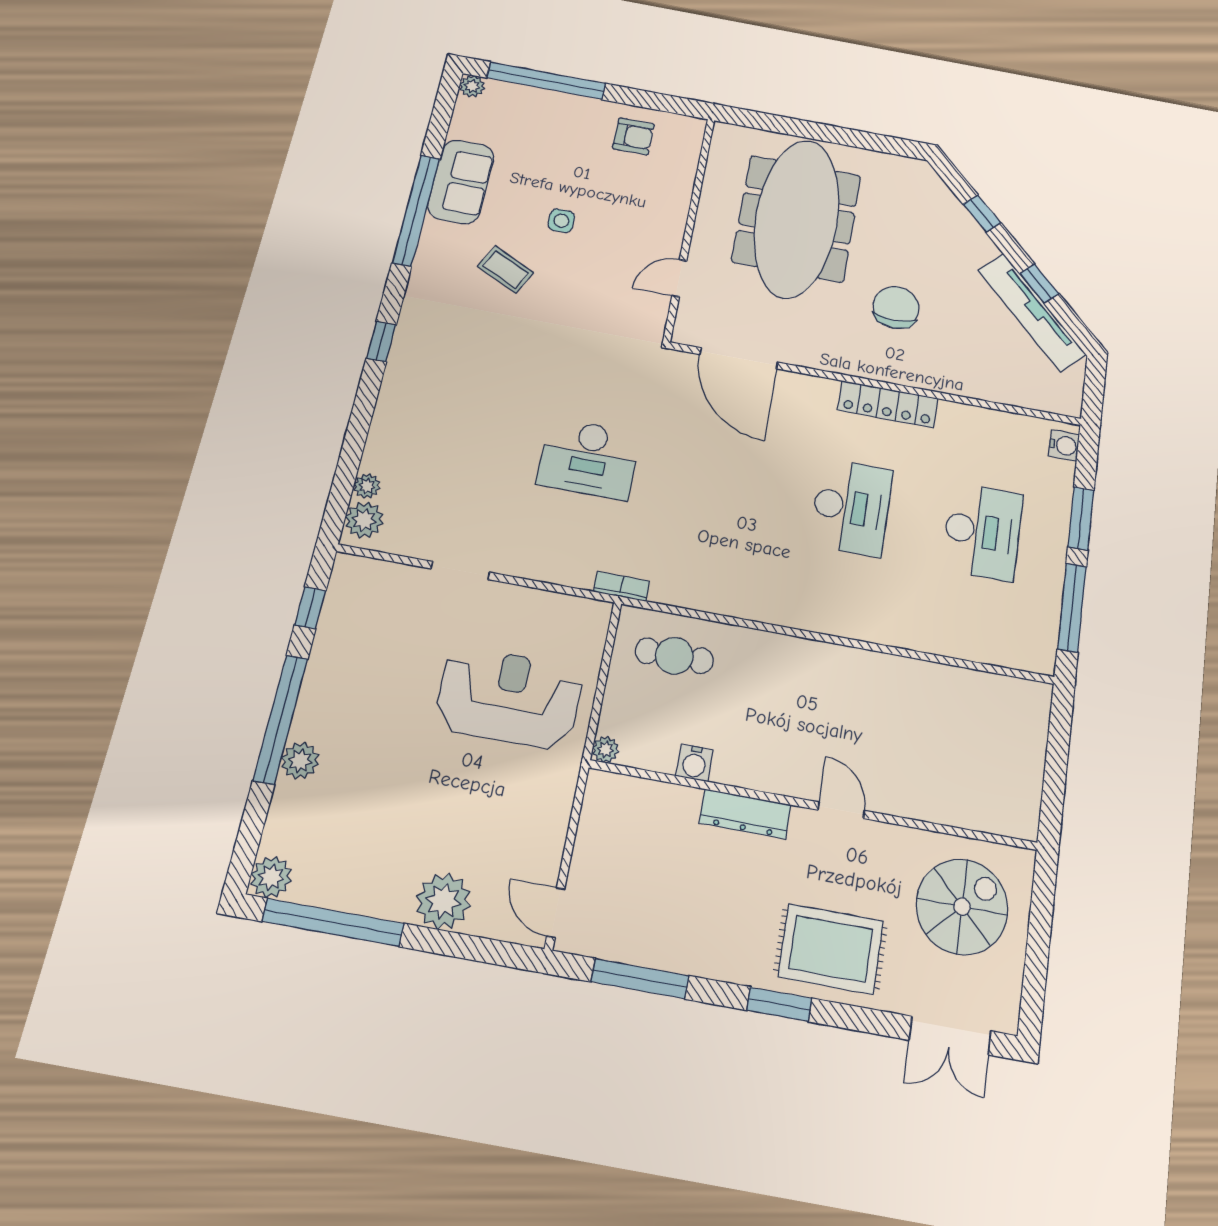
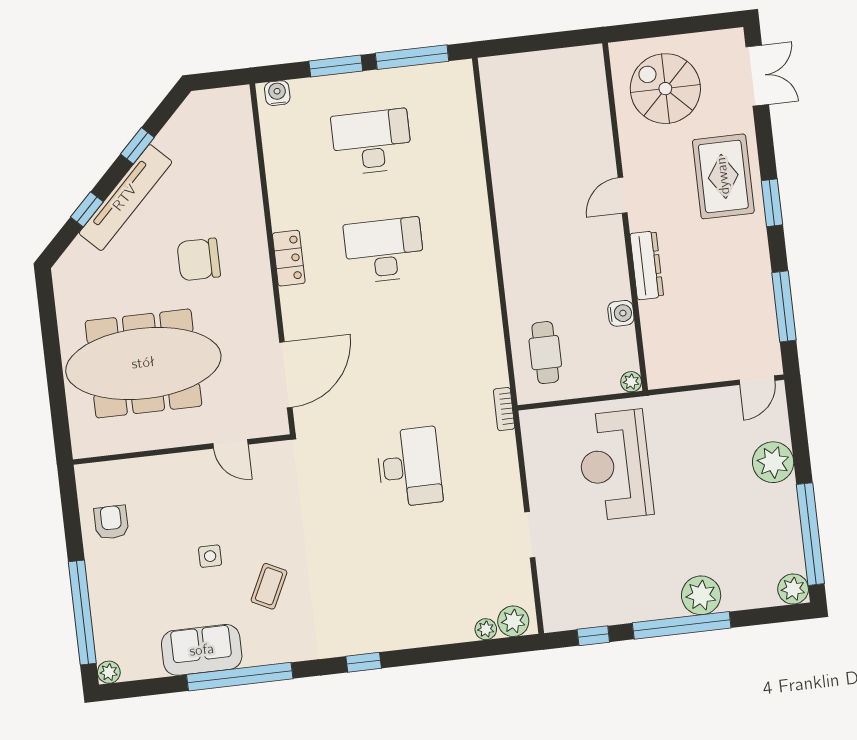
tv unit: (1032, 312) -> (125, 198), moved
locker: (888, 404) -> (289, 258), width x0.66
plant: (300, 761) -> (701, 595), width x1.36, depth x1.36

